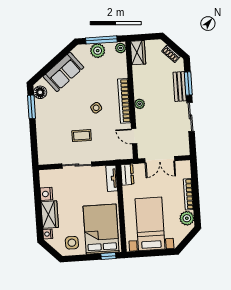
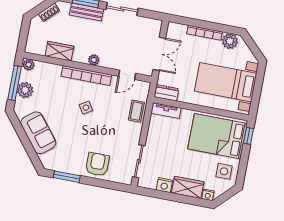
wardrobe: (138, 53) -> (59, 51), moved
floor lamp: (40, 92) -> (54, 163), removed
armchair: (49, 131) -> (97, 164), added
coffee table: (82, 136) -> (136, 111), moved
sliding door: (77, 165) -> (139, 161), moved

